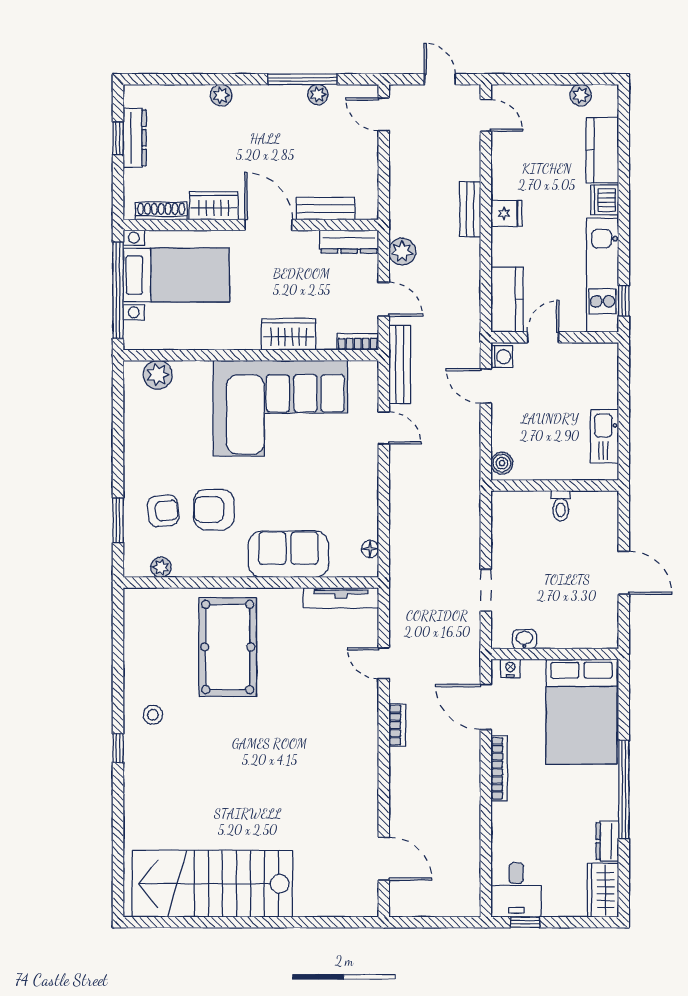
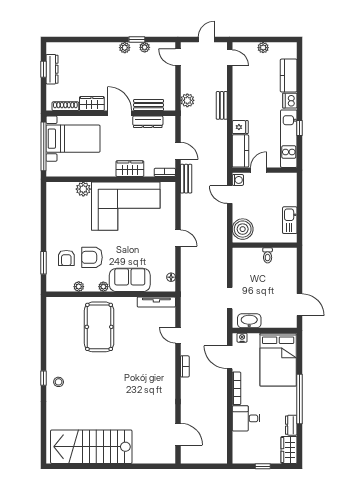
window: (302, 79) -> (137, 40), width x0.46
door: (440, 79) -> (206, 40), hinge flipped
plant: (221, 95) -> (125, 48), moved
plant: (581, 95) -> (263, 48), moved
fridge: (507, 213) -> (240, 127), moved
dresser: (349, 242) -> (148, 122), moved
plant: (402, 252) -> (187, 100), moved
window: (624, 301) -> (300, 128), moved
bench: (400, 364) -> (186, 179), width x0.73
plant: (158, 375) -> (83, 189), moved
door: (384, 428) -> (178, 238), moved
boiler: (502, 463) -> (243, 229), width x1.86, depth x1.86
armchair: (163, 511) -> (66, 258), turned 96
plant: (161, 567) -> (79, 287), moved
plant: (236, 568) -> (103, 287), added
door: (624, 573) -> (300, 305), moved
washbasin: (524, 639) -> (249, 321), width x1.91, depth x1.45
stool: (153, 715) -> (59, 382), moved
desk: (516, 890) -> (246, 418), moved, turned 90
window: (525, 922) -> (263, 466), moved

